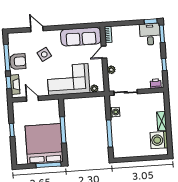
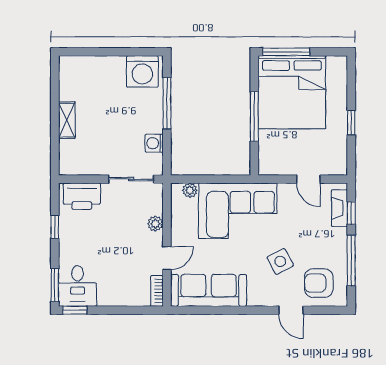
armchair: (18, 62) -> (319, 283), moved
printer: (156, 84) -> (82, 196), width x1.87, depth x1.48
washing machine: (159, 140) -> (142, 71), moved, turned 90

